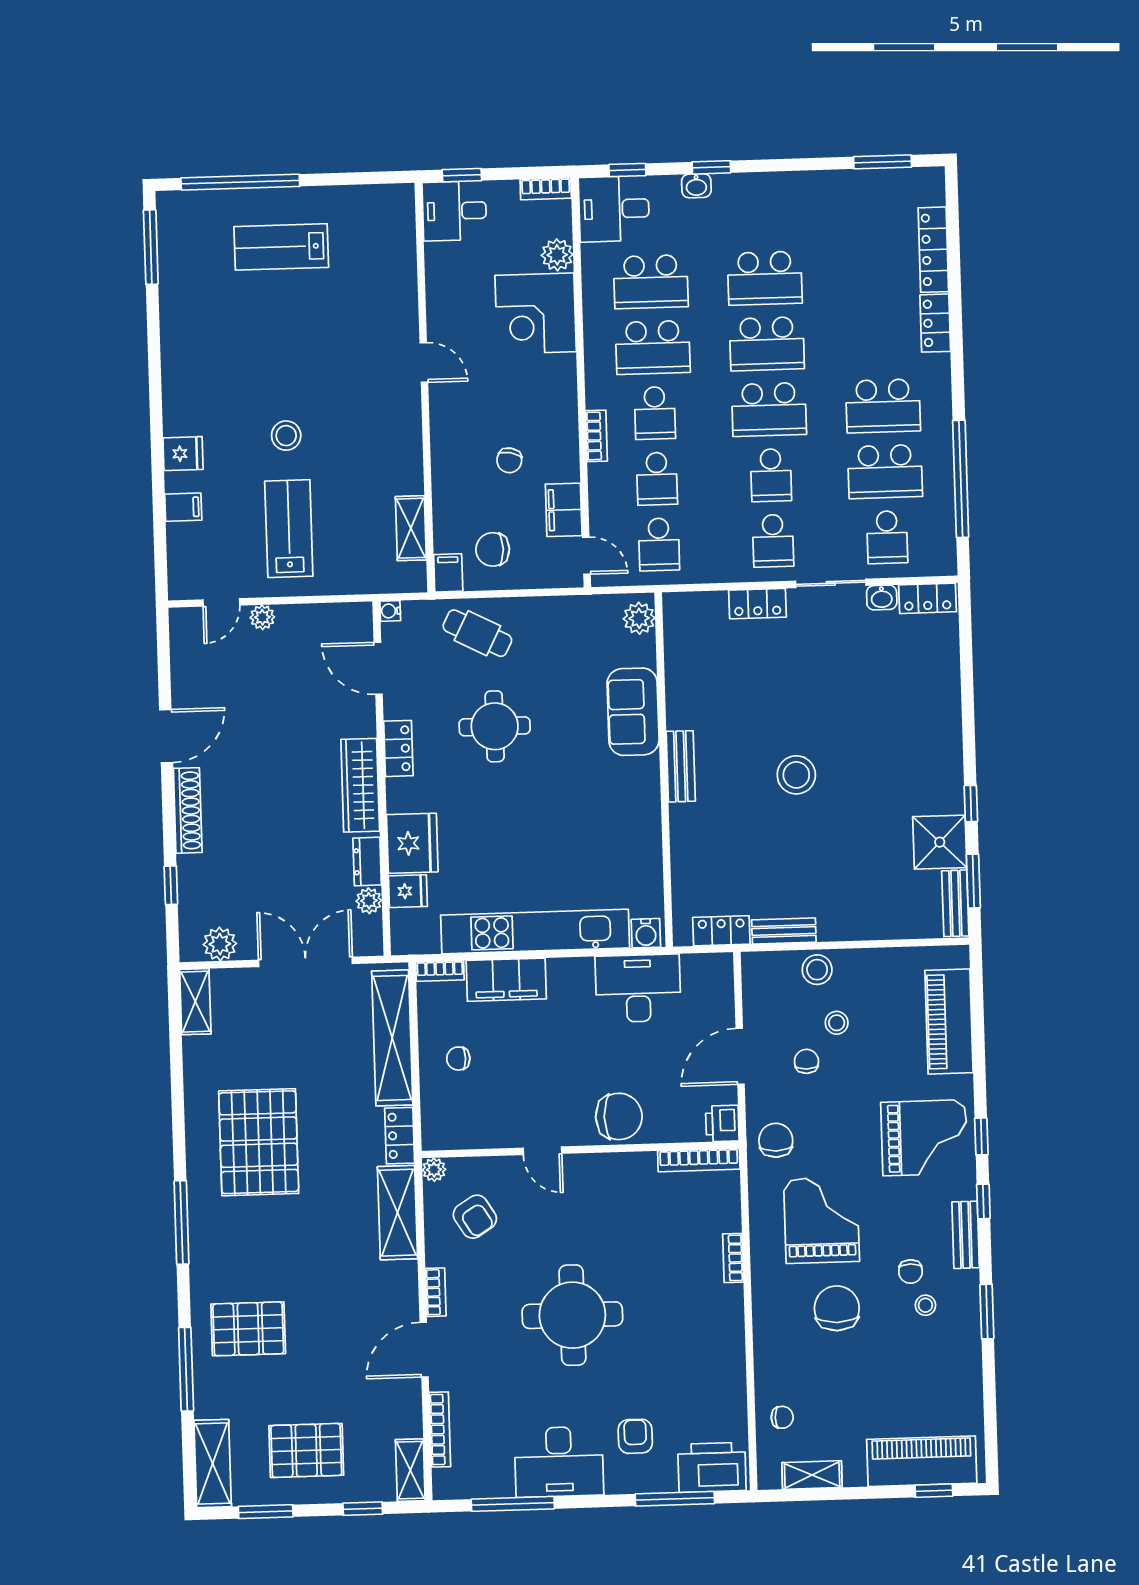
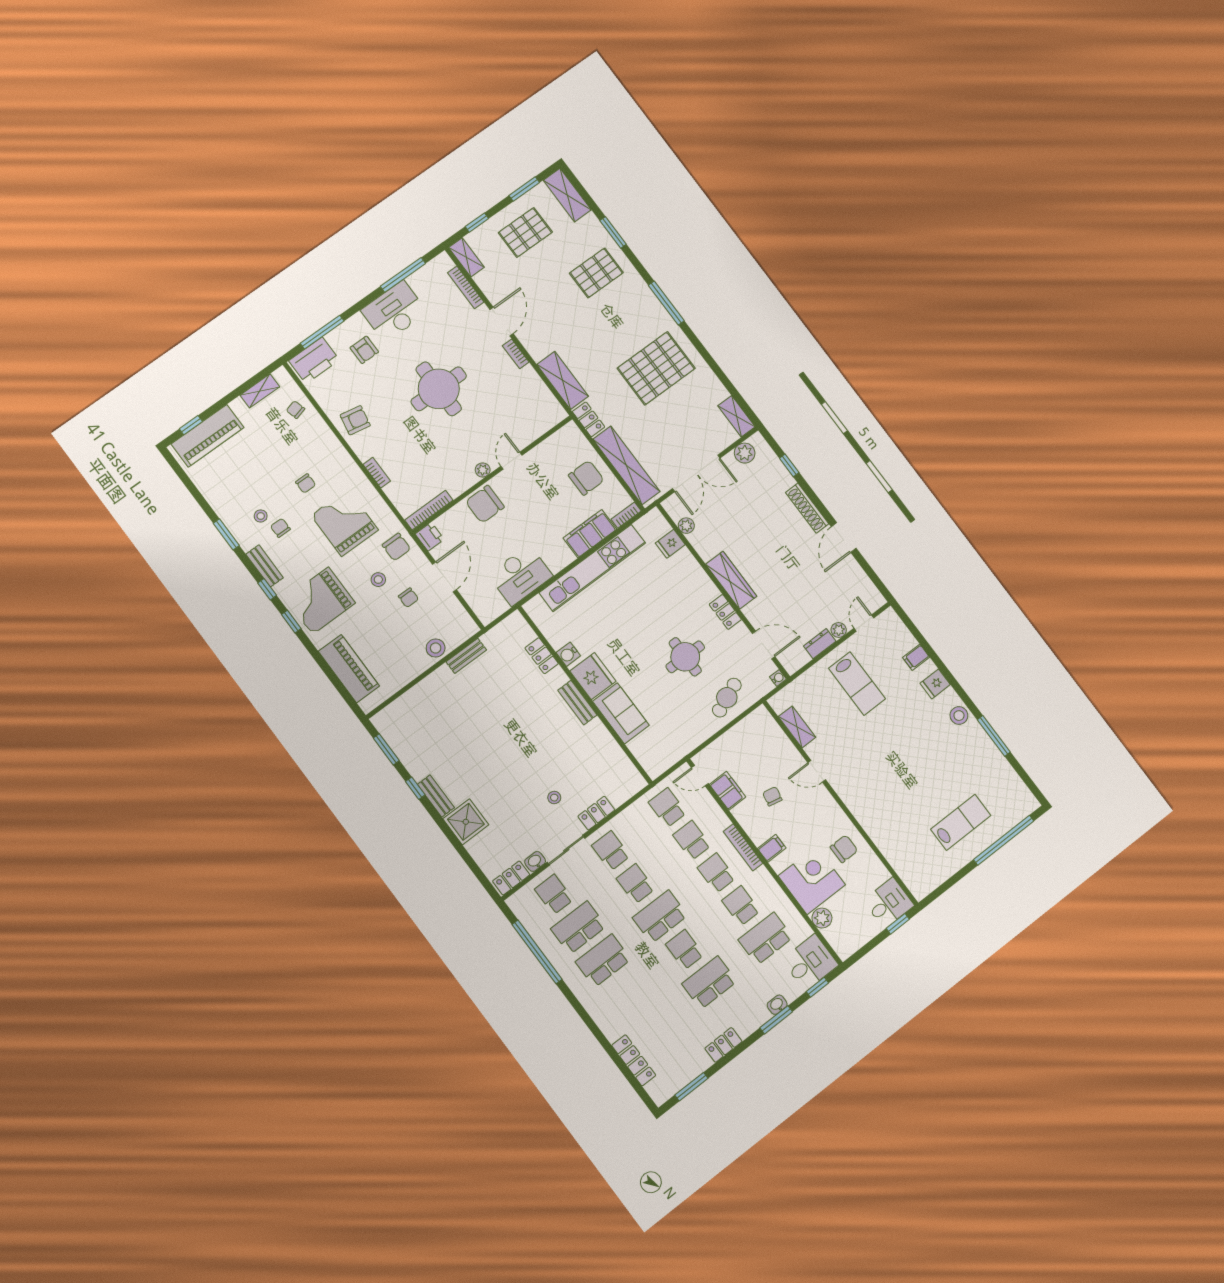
window: (711, 167) -> (776, 1020), width x1.50
bookcase: (546, 189) -> (851, 948), removed
window: (151, 247) -> (994, 736), moved
locker: (935, 323) -> (723, 1045), moved, turned -90
school desk: (767, 344) -> (685, 950), width x0.54
school desk: (653, 347) -> (741, 906), width x0.54
door: (424, 363) -> (817, 771), moved
stool: (286, 436) -> (959, 716), moved
bookcase: (596, 436) -> (743, 847), width x1.56
chair: (493, 549) -> (844, 849), moved
filing cabinet: (448, 573) -> (772, 848), moved, turned -90
plant: (639, 618) -> (651, 763), removed
cafe table: (477, 633) -> (727, 698), turned -50
stool: (796, 775) -> (554, 798), moved, width x0.53, depth x0.53
shower: (940, 842) -> (466, 822), moved
fridge: (412, 843) -> (593, 676), moved, turned 180
dresser: (367, 861) -> (820, 644), moved, turned -90
bench: (955, 903) -> (436, 796), moved
locker: (721, 931) -> (542, 656), moved, turned 90
water cooler: (646, 933) -> (568, 654), moved, turned -90
stool: (837, 1023) -> (378, 580), moved
chair: (458, 1059) -> (586, 478), width x1.87, depth x1.87
pallet: (259, 1142) -> (656, 368), turned 90
door: (542, 1151) -> (511, 461), hinge flipped
plant: (434, 1170) -> (483, 470), moved
armchair: (475, 1217) -> (355, 420), moved, turned 133
grand piano: (822, 1220) -> (345, 523), turned 180
chair: (837, 1308) -> (306, 483), width x0.54, depth x0.54
window: (186, 1369) -> (613, 232), width x0.69
chair: (782, 1417) -> (296, 410), turned 75

